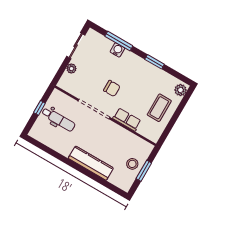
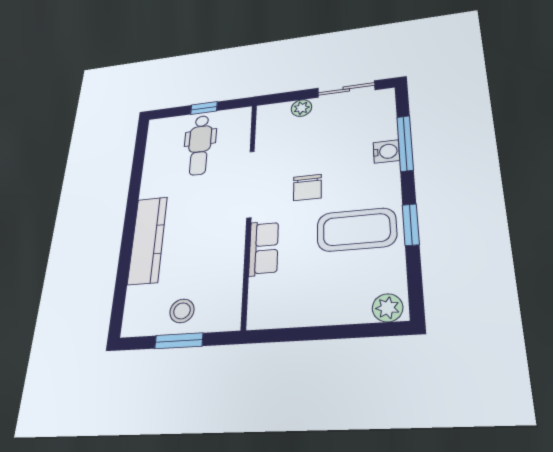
coffee table: (159, 108) -> (357, 230), moved, width x1.36, depth x1.32

